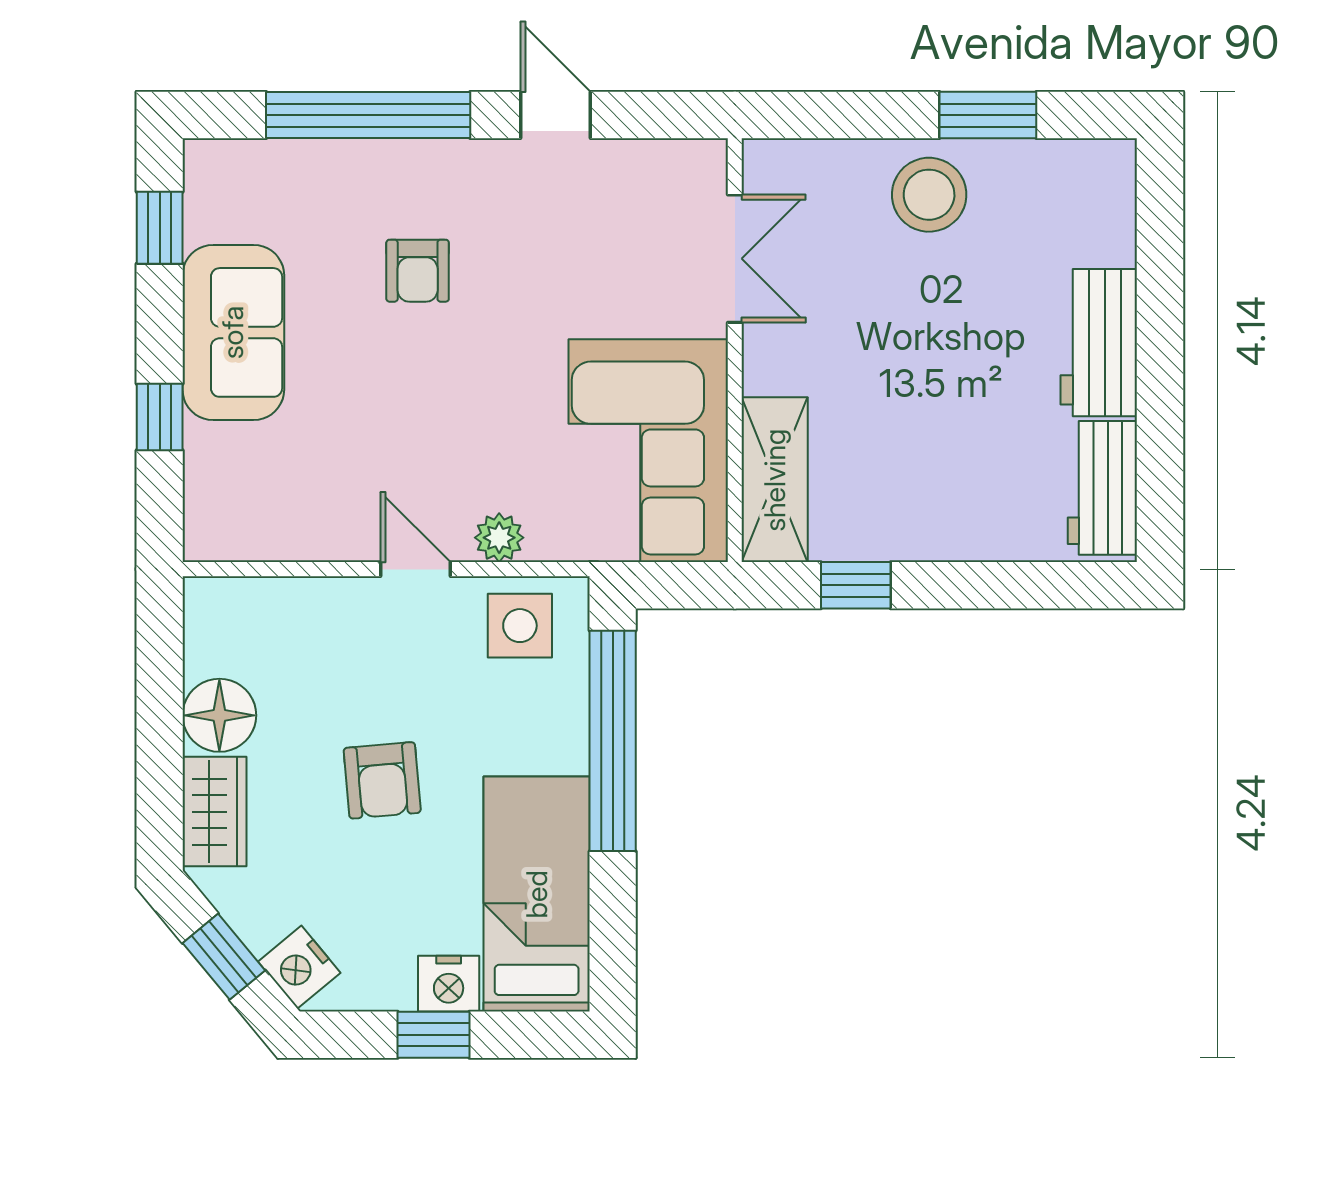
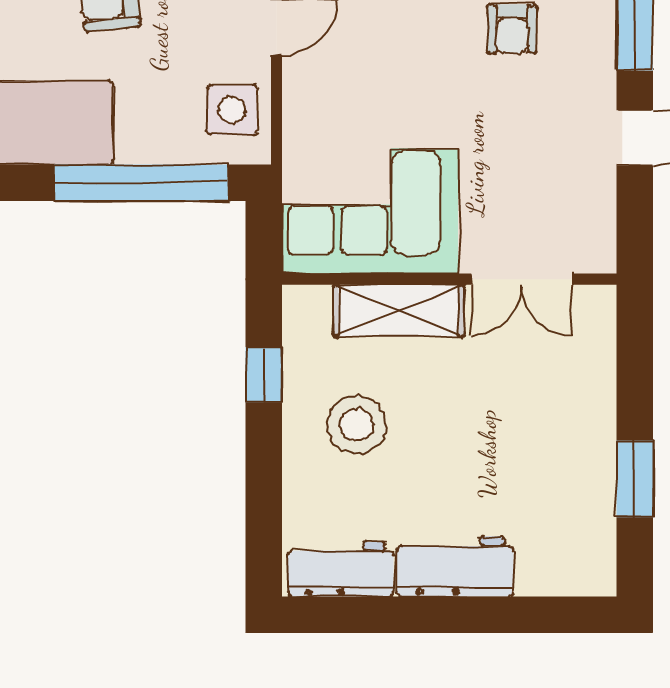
stool: (929, 195) -> (357, 425), moved
armchair: (418, 271) -> (512, 29), turned -90
shelving: (775, 480) -> (398, 311), moved
plant: (499, 538) -> (301, 93), removed

